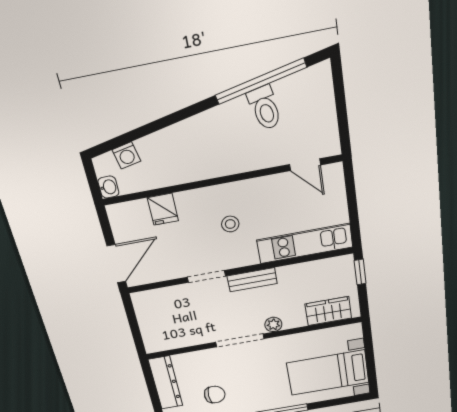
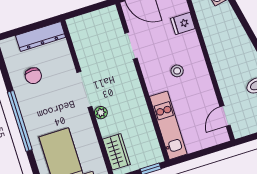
doorway: (206, 276) -> (131, 46), moved
bench: (252, 280) -> (136, 92), removed

